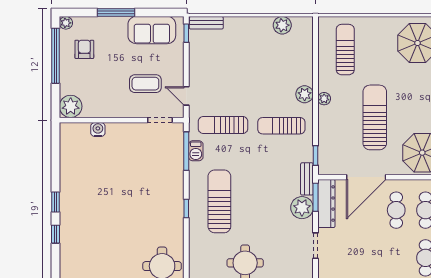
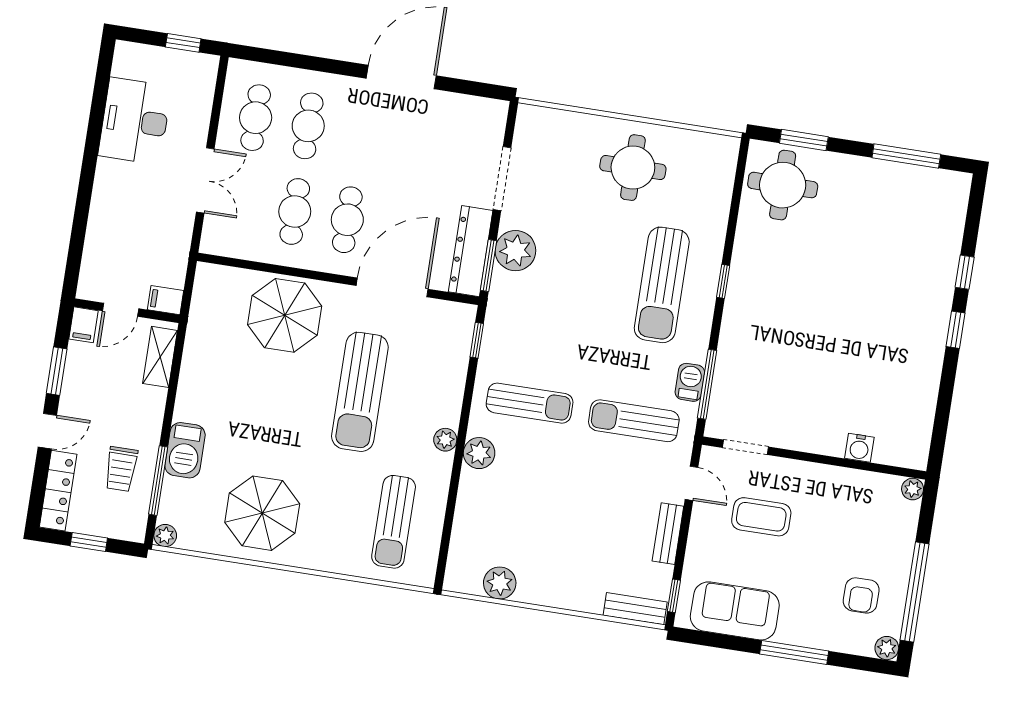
plant: (71, 106) -> (913, 489), width x0.53, depth x0.53
sun lounger: (223, 125) -> (634, 421), turned 180
bench: (307, 179) -> (668, 534), moved
doorway: (315, 246) -> (502, 179), width x1.38

